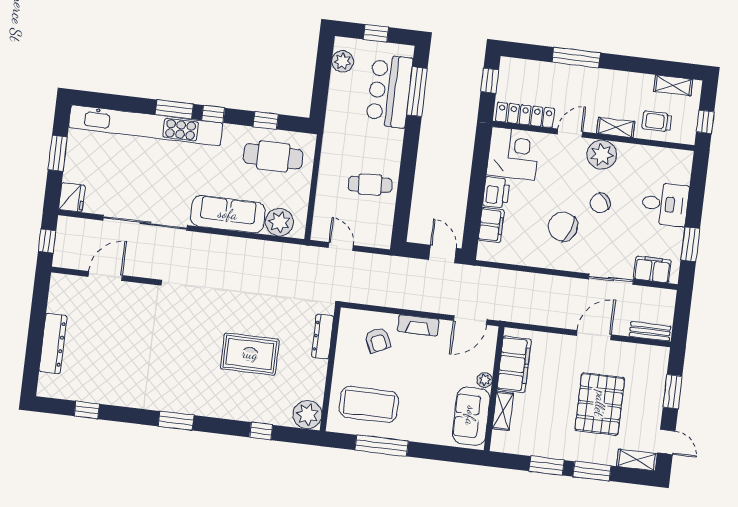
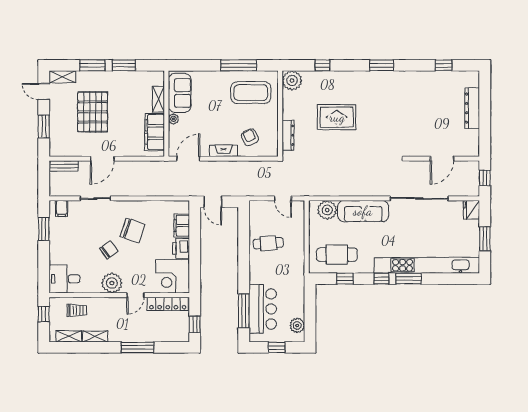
shelving: (616, 127) -> (95, 336), moved
desk: (665, 204) -> (64, 279), moved
filing cabinet: (652, 269) -> (62, 209), width x0.50

